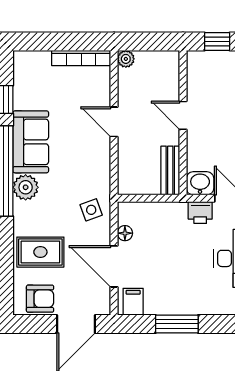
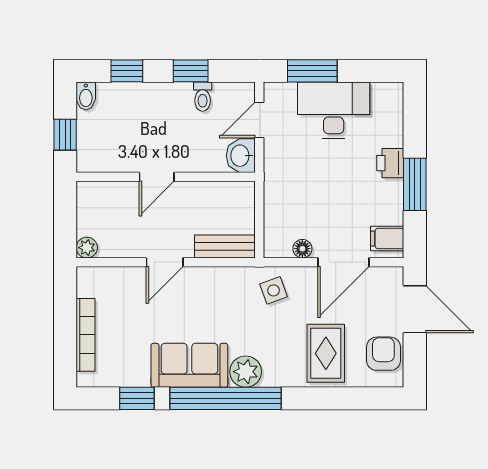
bookcase: (81, 58) -> (86, 335), moved
bench: (170, 171) -> (225, 247), moved
printer: (200, 213) -> (390, 163), moved, turned 180

